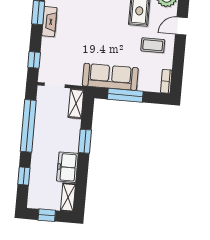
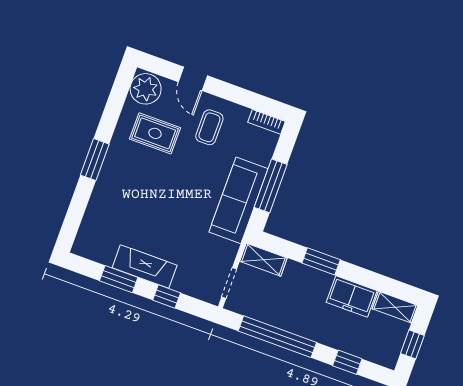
fireplace: (49, 22) -> (145, 266), width x1.37, depth x1.32
window: (34, 60) -> (167, 296), moved

